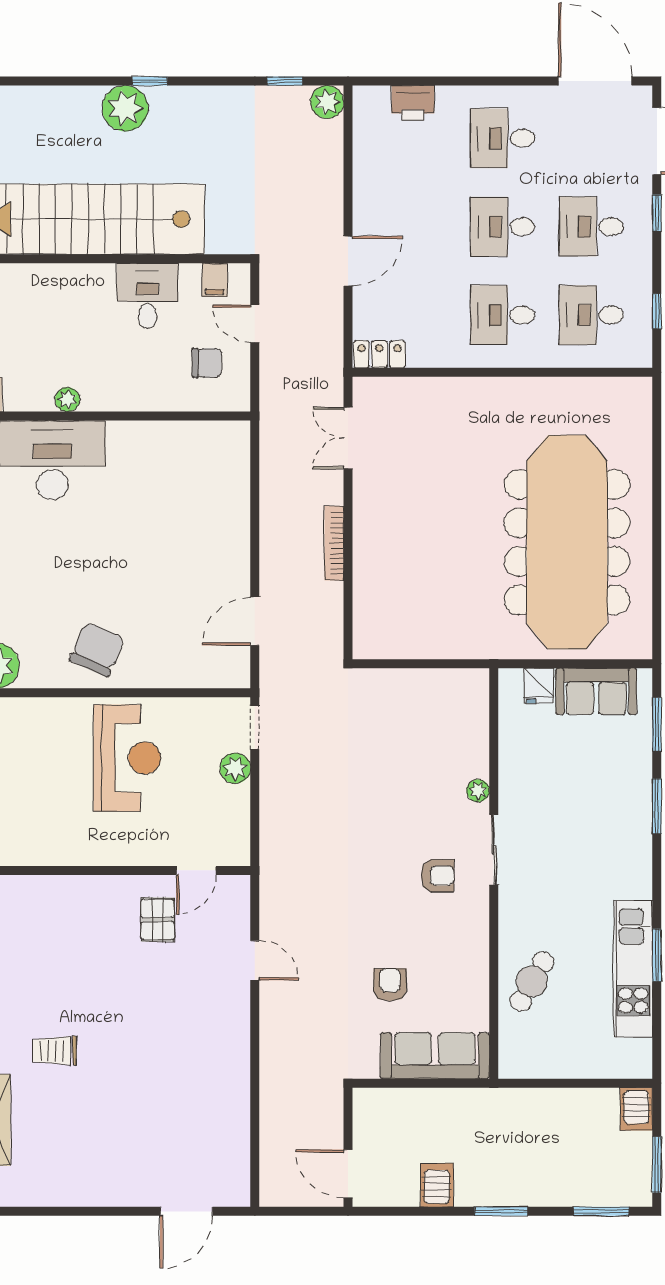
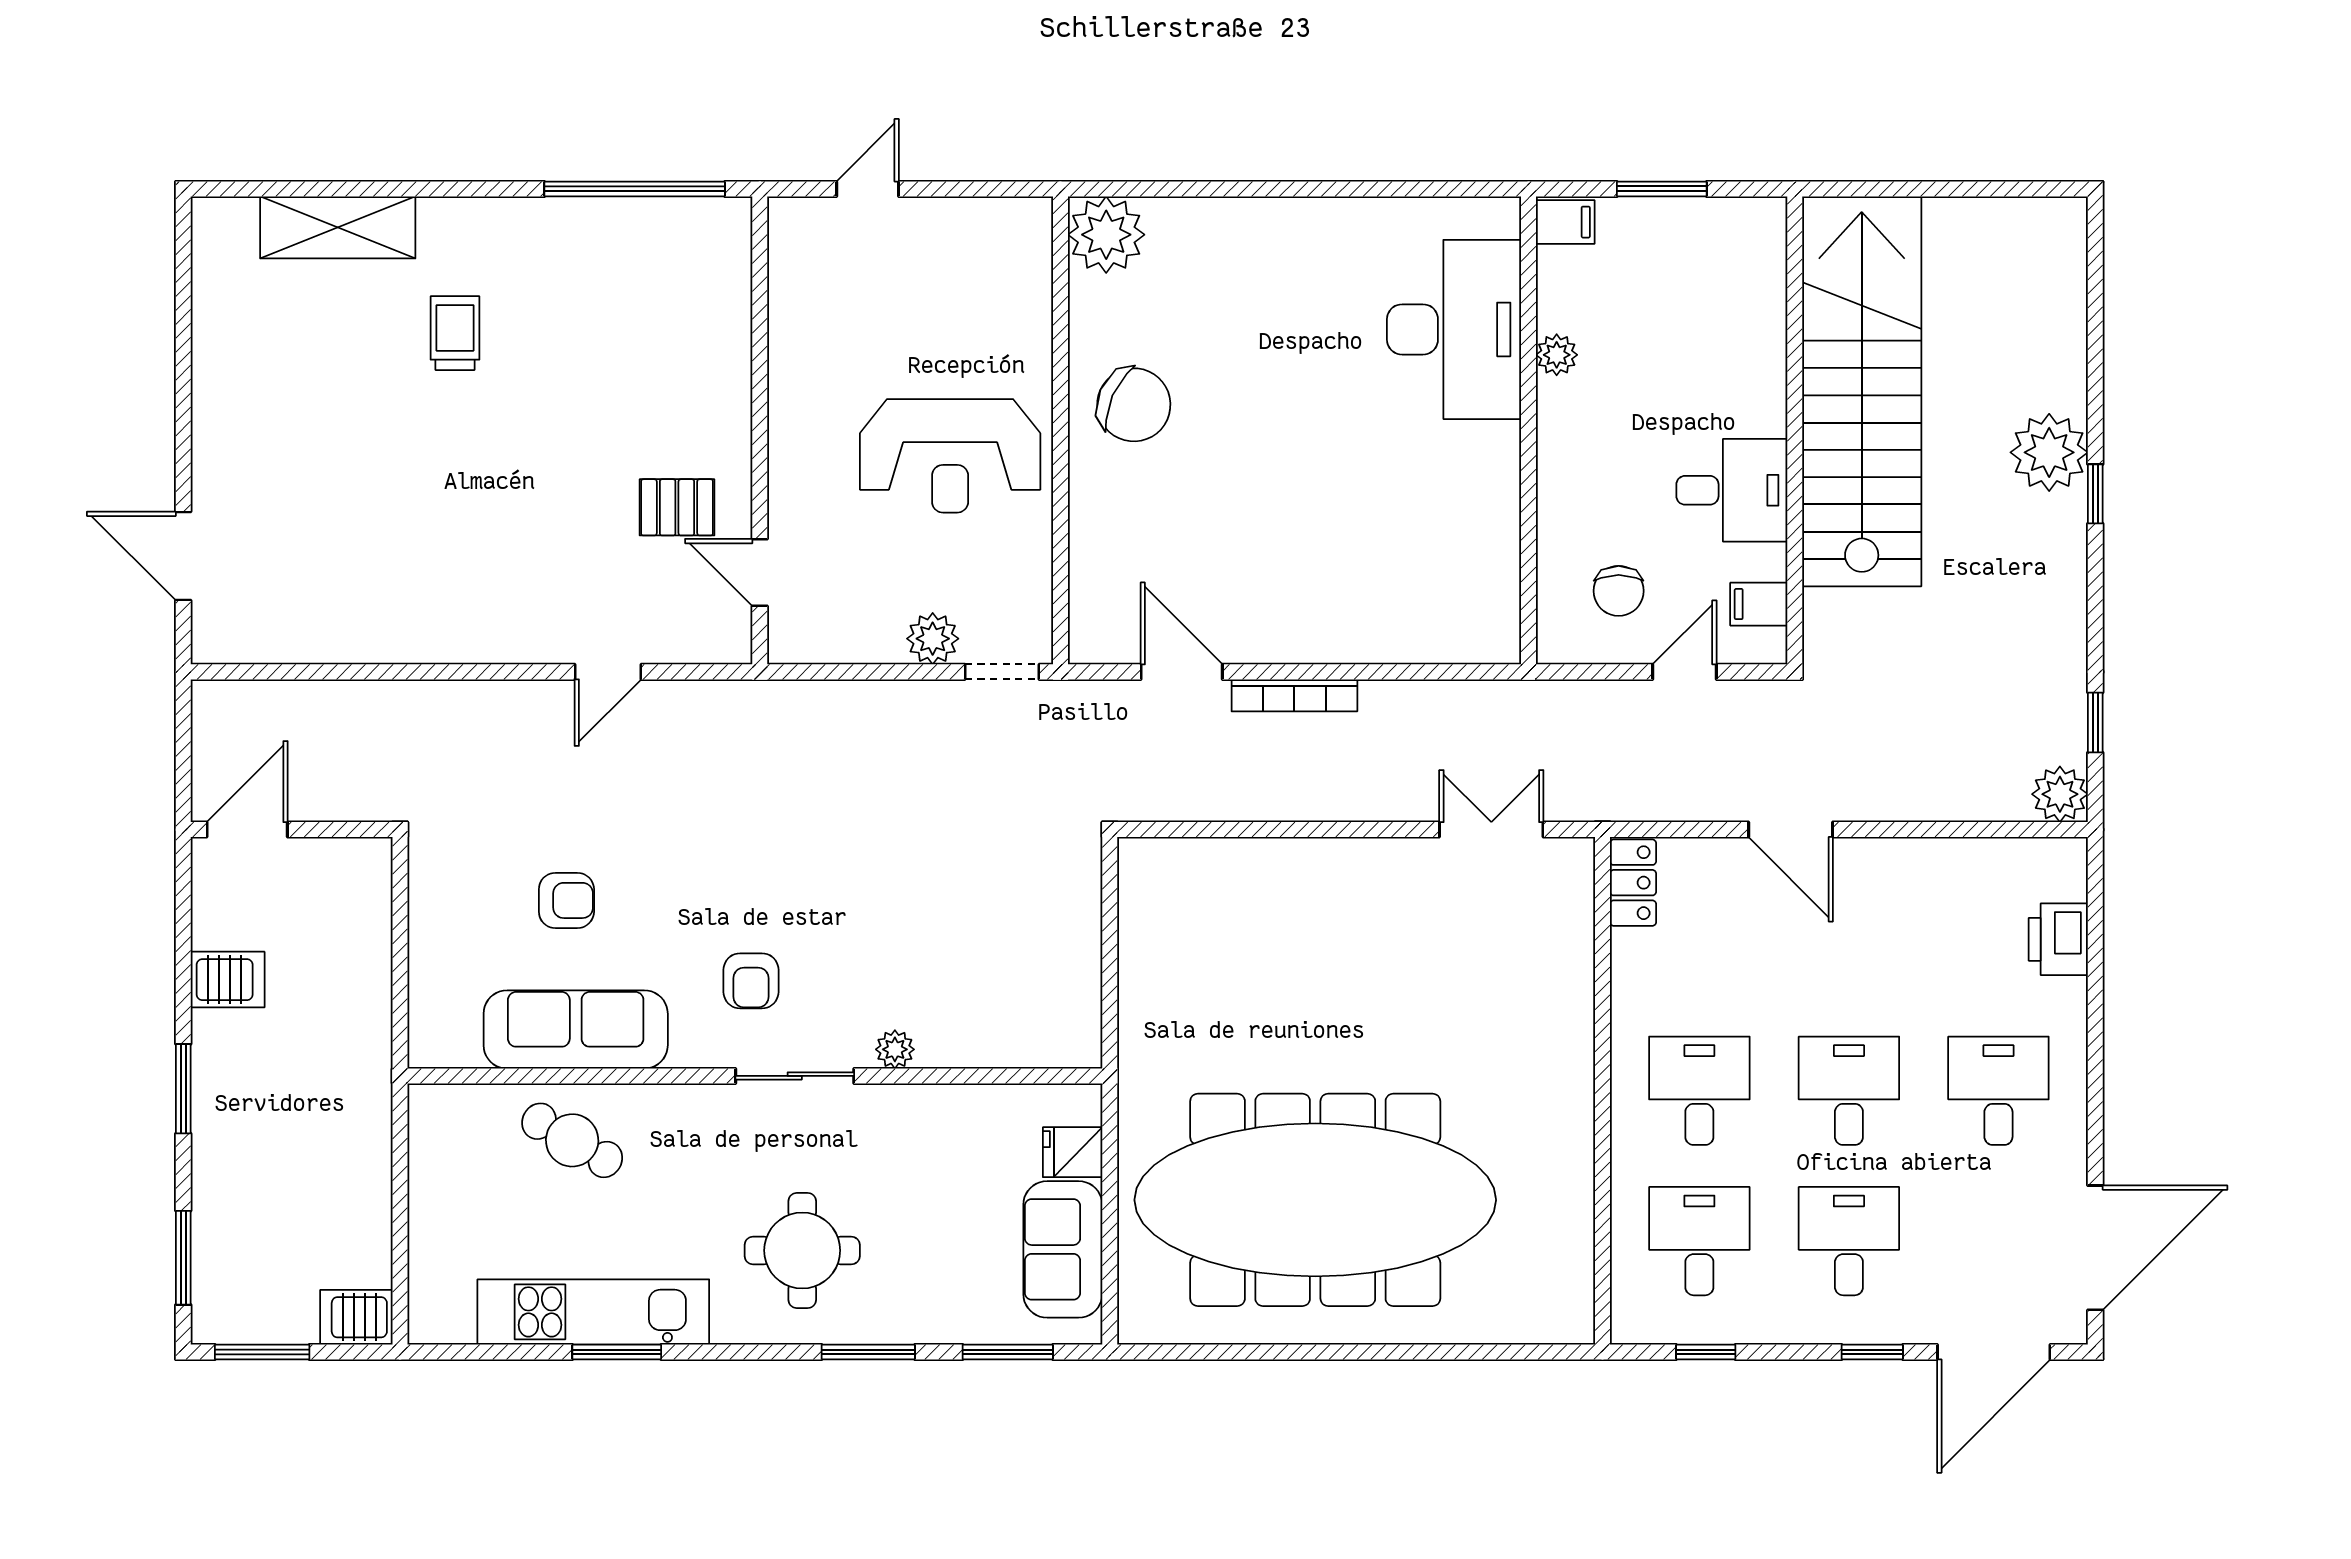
bookcase: (334, 543) -> (1294, 695), moved, turned 180
round table: (597, 845) -> (802, 1250), added
sofa: (435, 1056) -> (576, 1029), moved, turned -90

